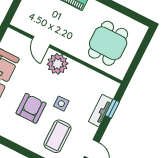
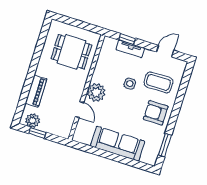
door: (41, 42) -> (80, 110), hinge flipped
armchair: (31, 108) -> (156, 113), moved

